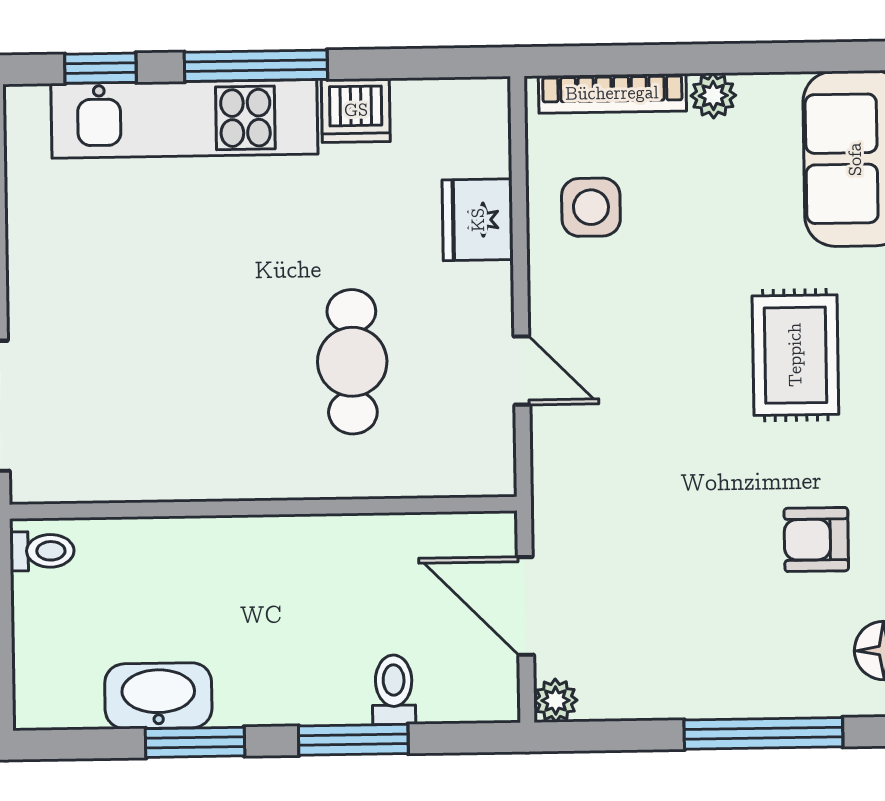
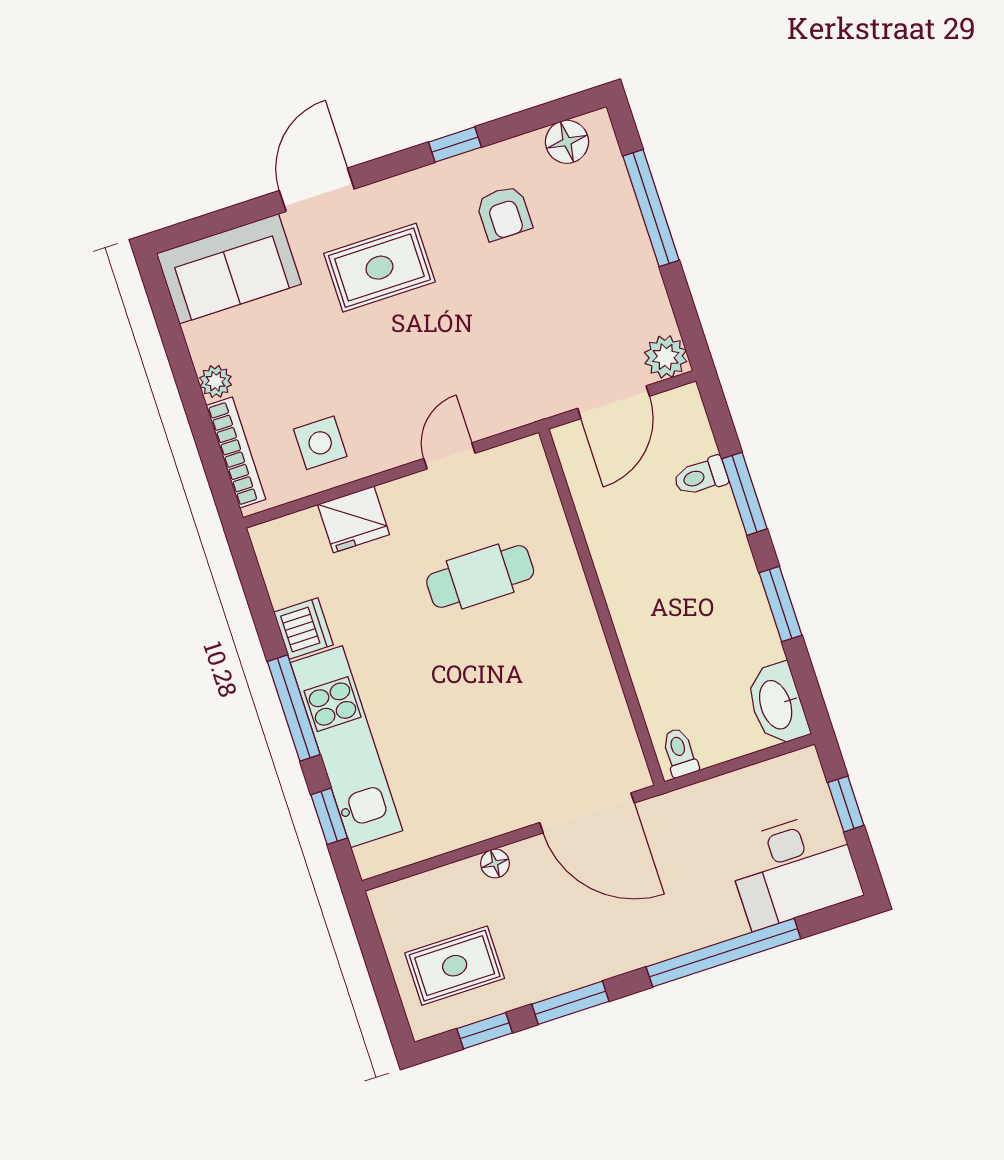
washbasin: (158, 696) -> (777, 704), moved
plant: (556, 700) -> (666, 357), width x1.38, depth x1.38

